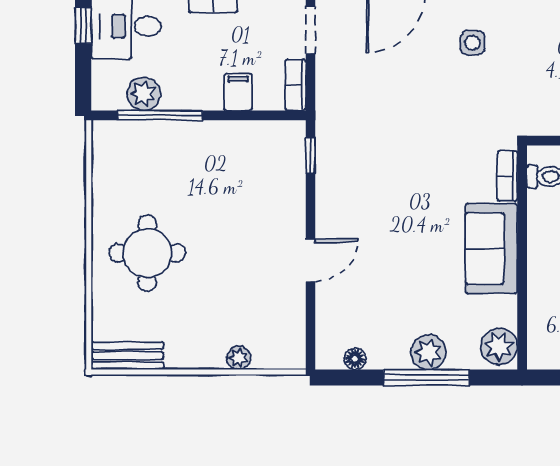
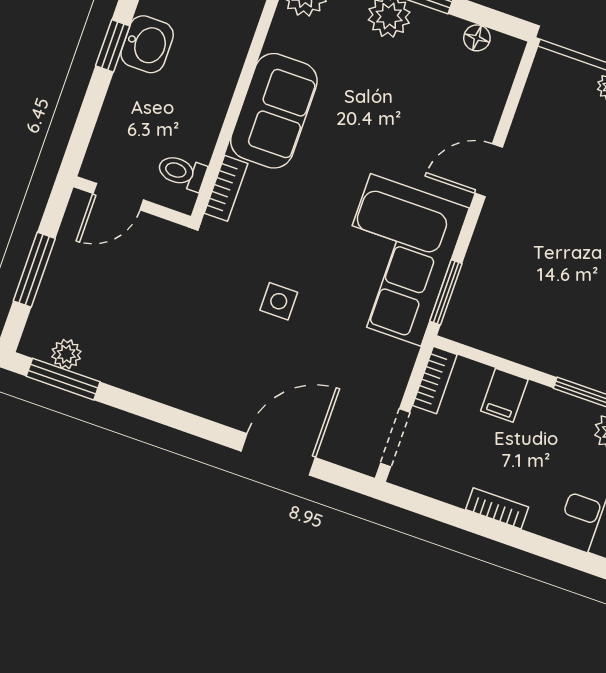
side table: (473, 43) -> (279, 301), moved
window: (310, 155) -> (446, 292), width x1.50
corner sofa: (358, 167) -> (396, 260), added

